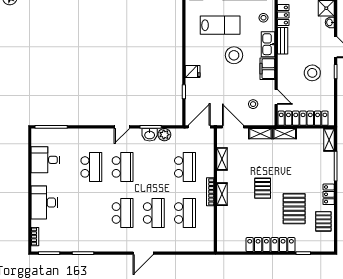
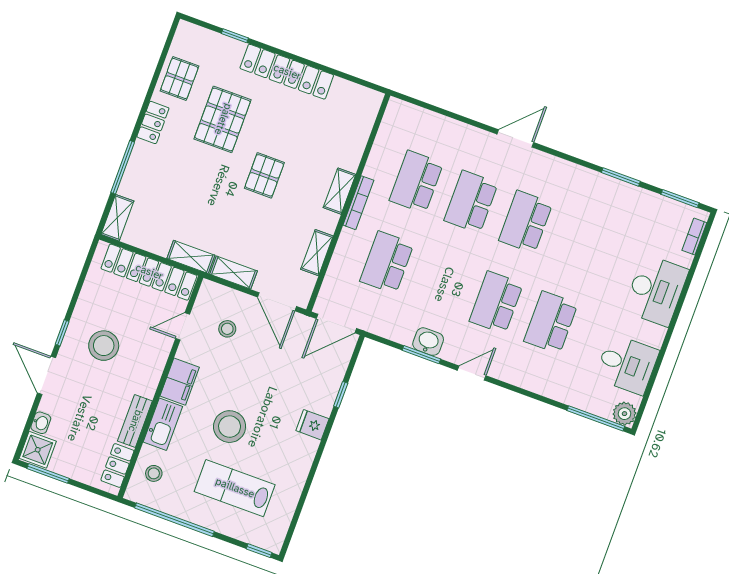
door: (276, 97) -> (183, 326), hinge flipped
plant: (164, 135) -> (624, 414), moved

